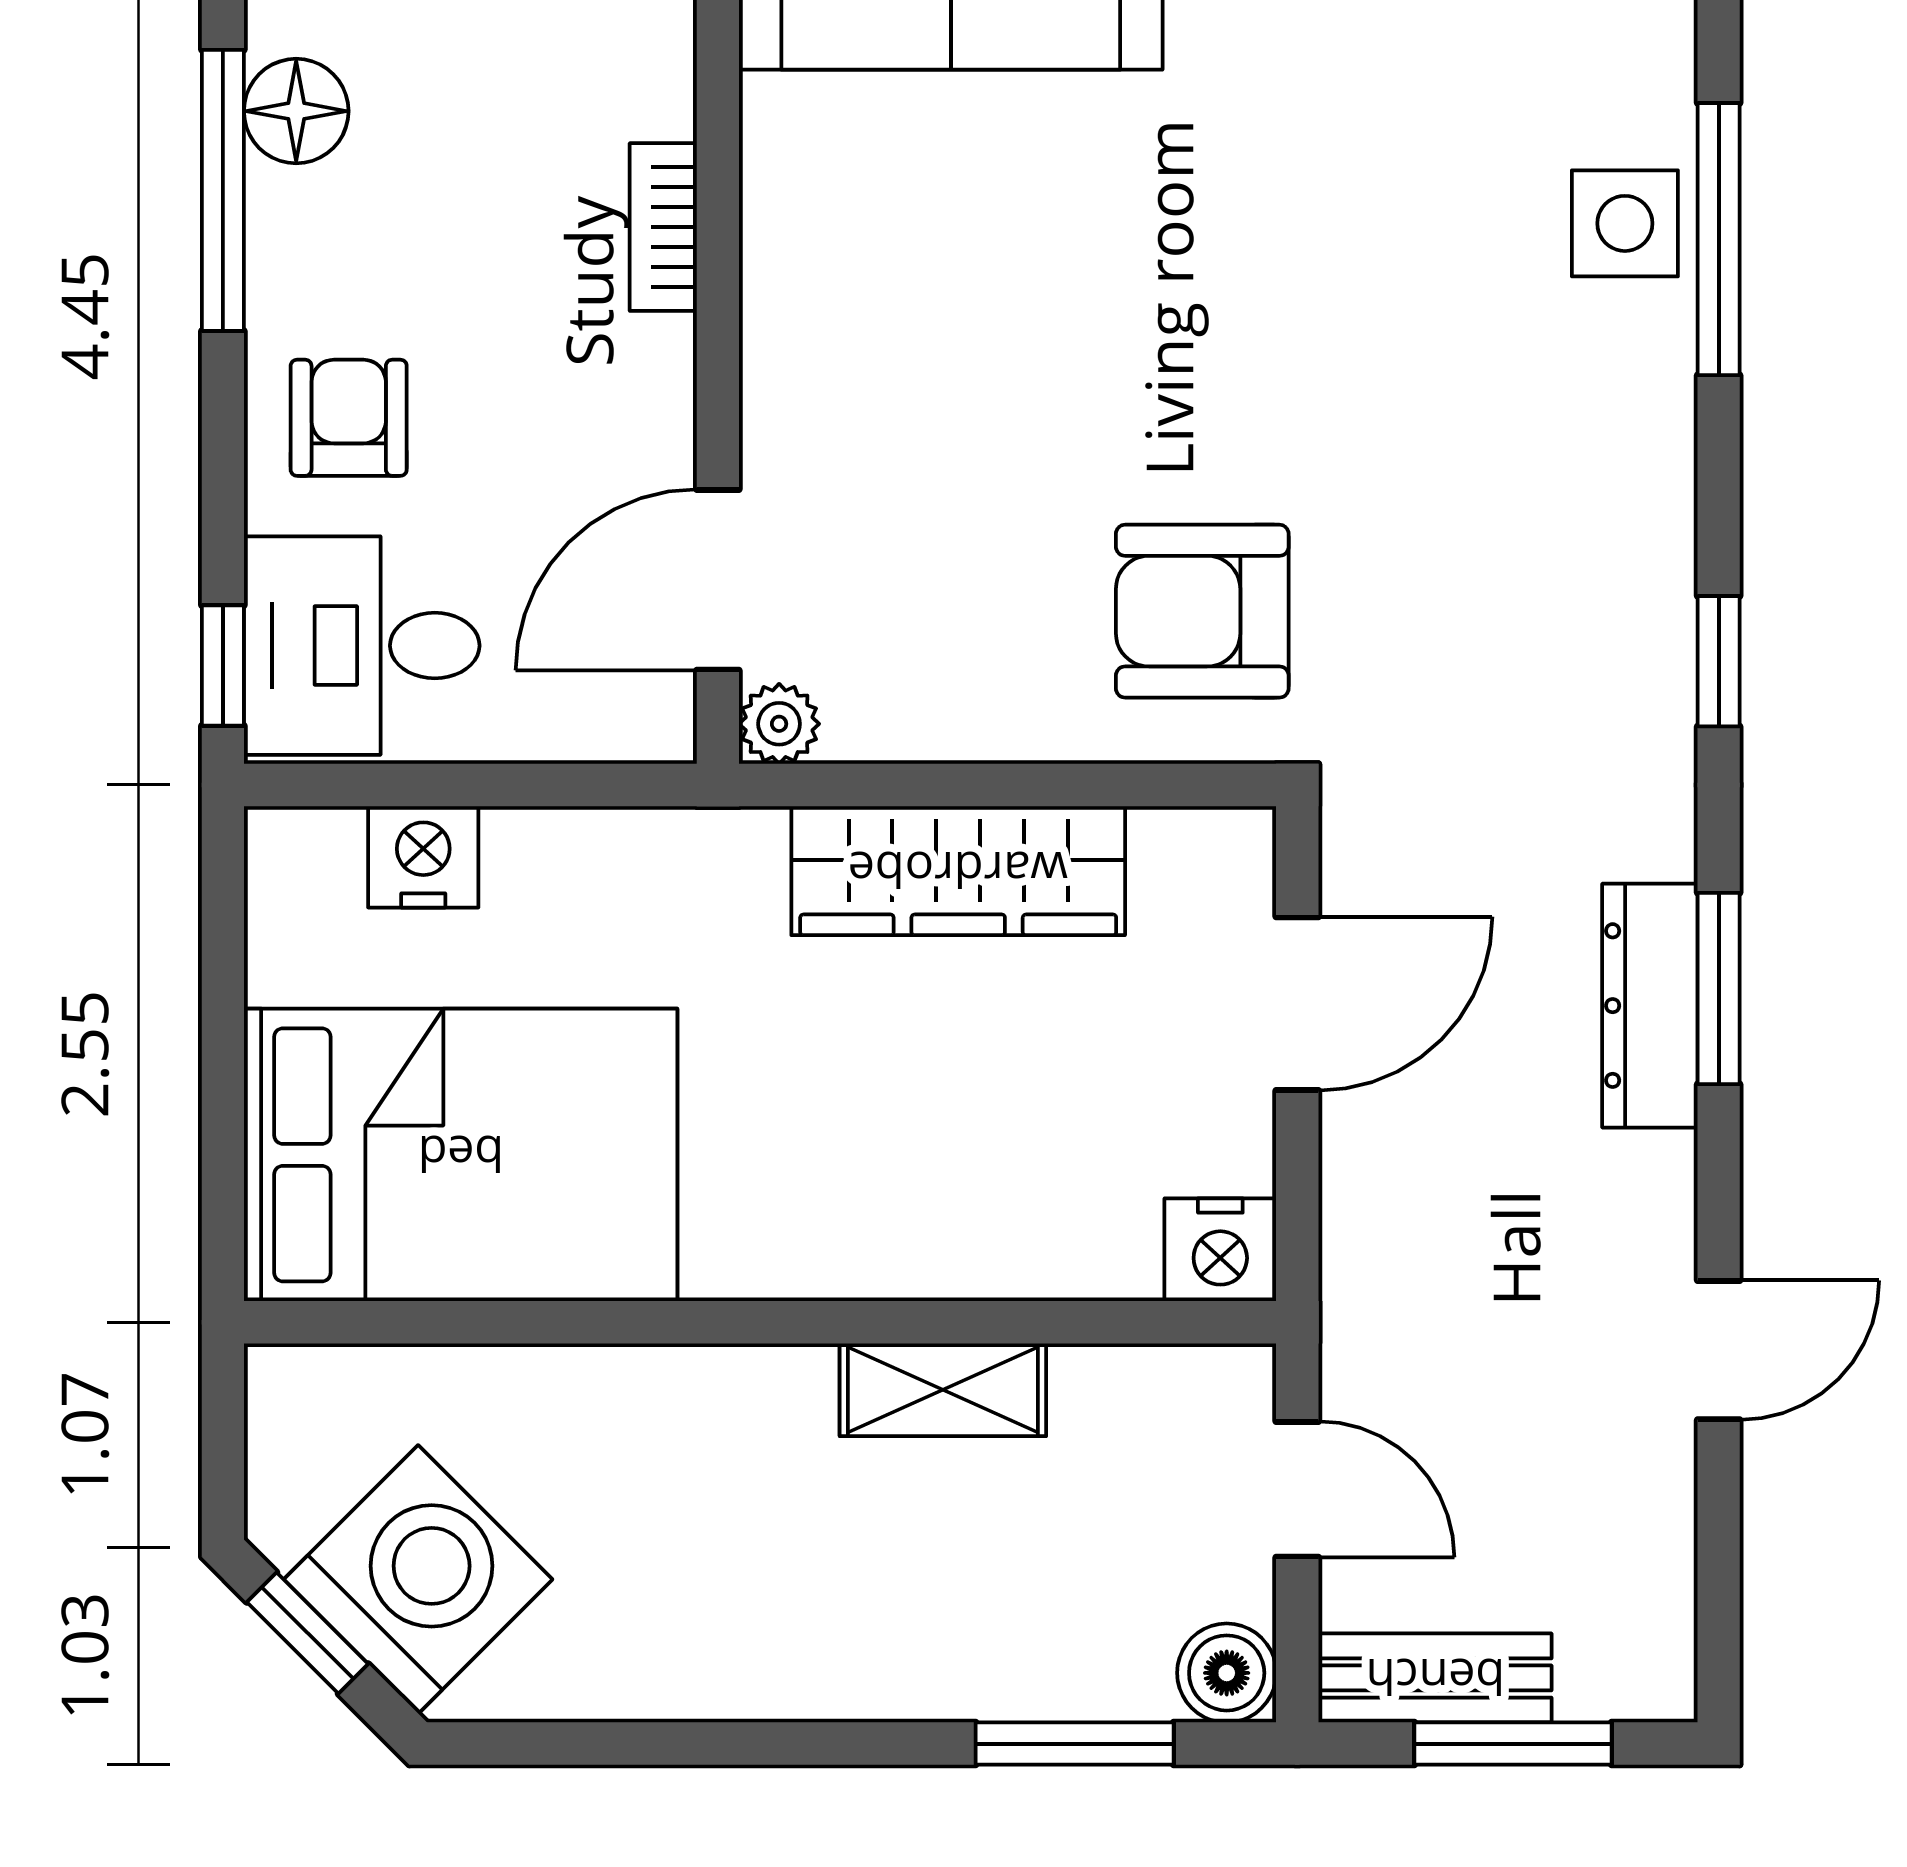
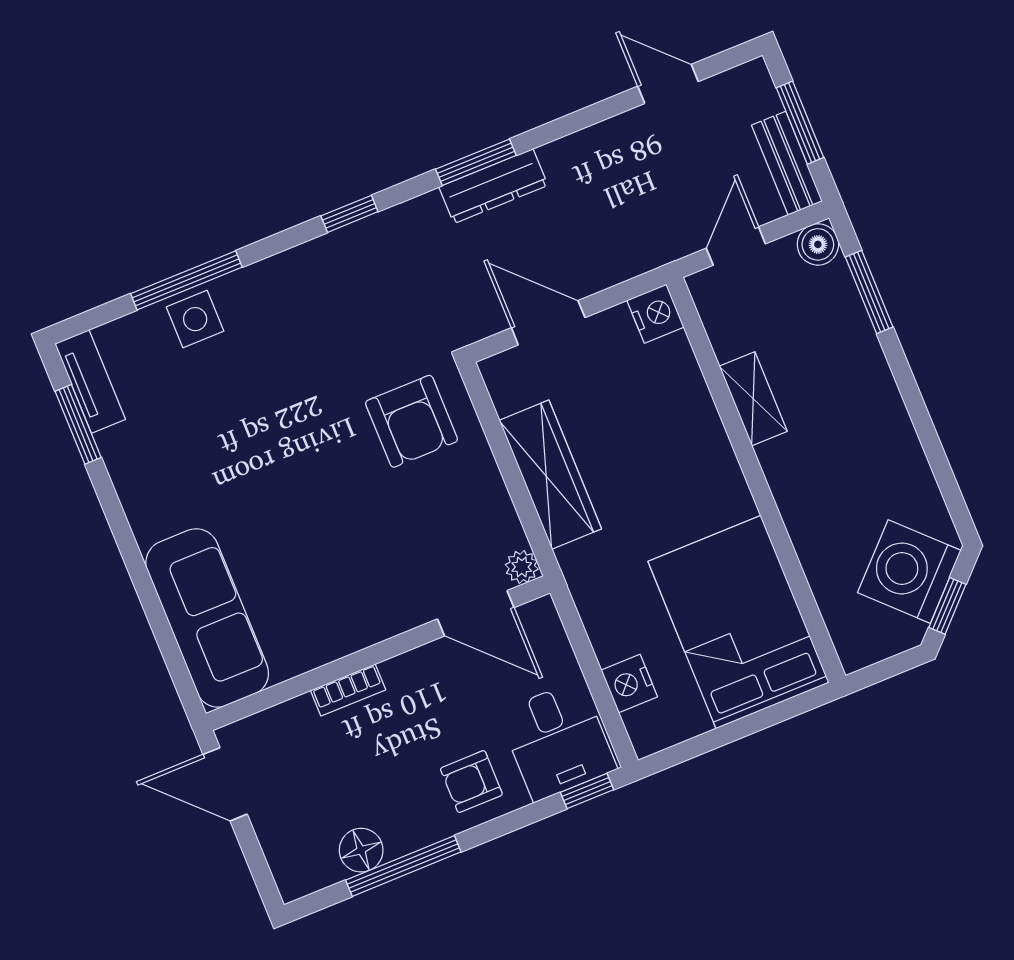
door: (1719, 1350) -> (668, 84), moved

